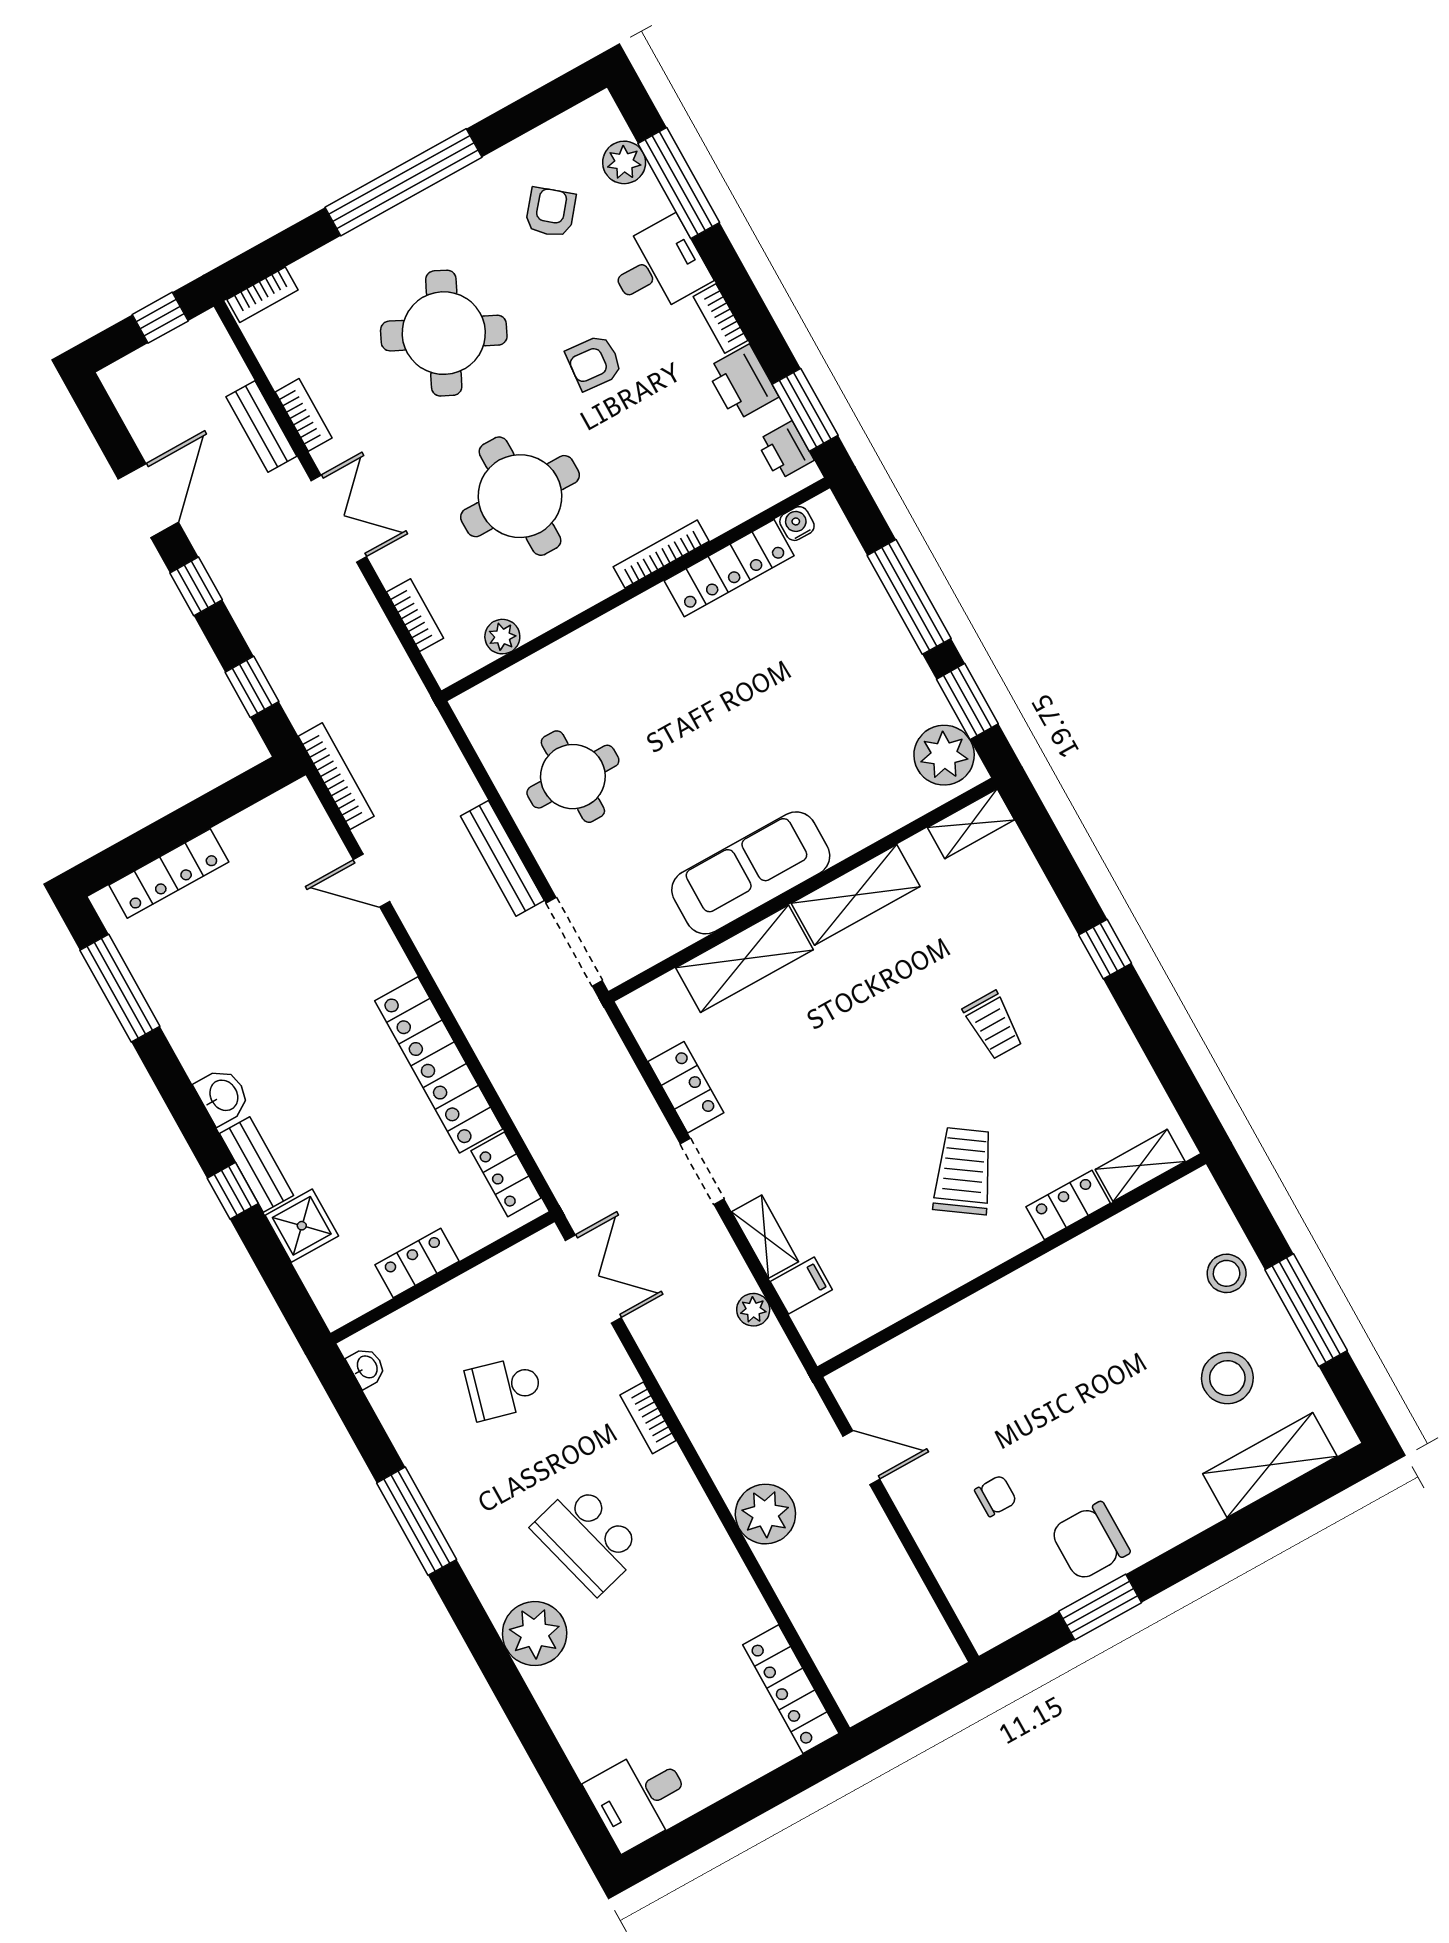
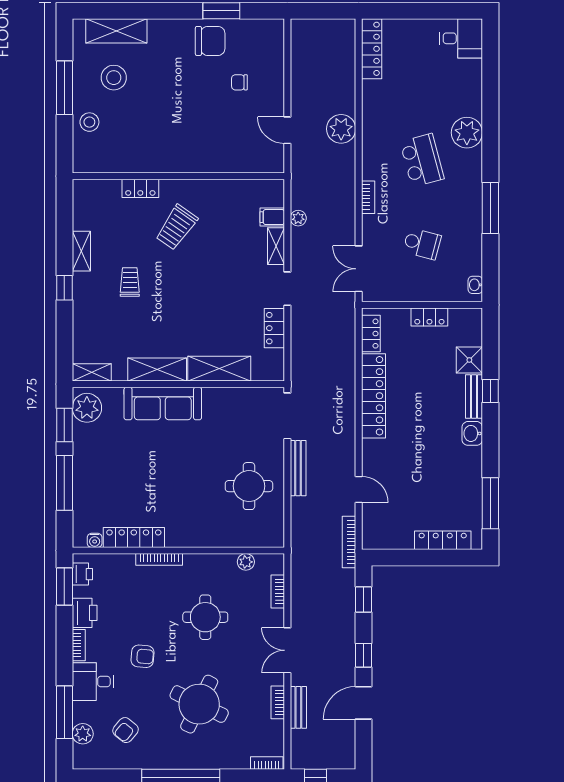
round table: (520, 496) -> (205, 617), width x0.73, depth x0.73
sofa: (751, 873) -> (163, 403), moved
shelving: (1140, 1165) -> (81, 251), moved, turned 90

